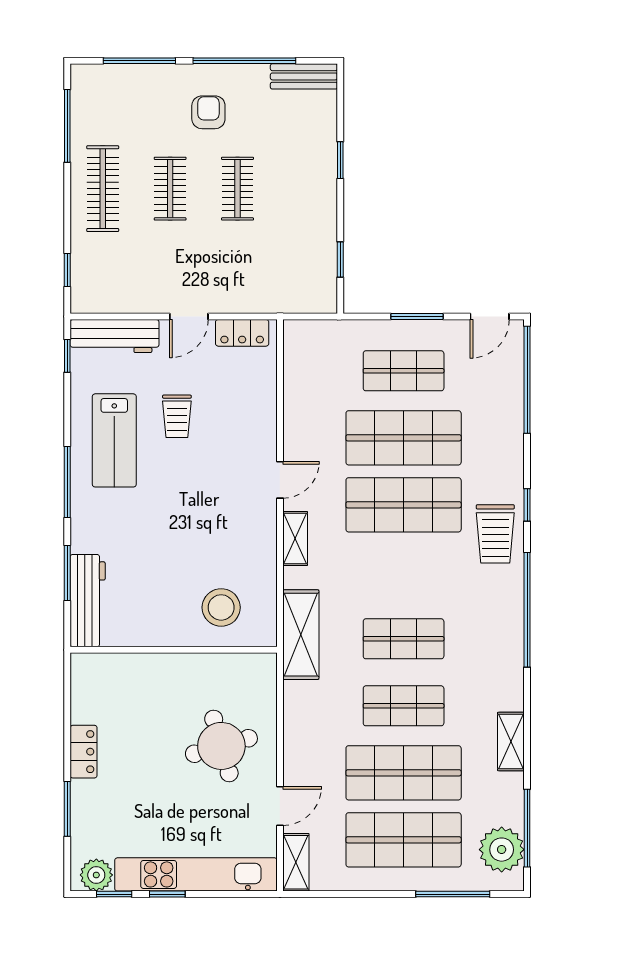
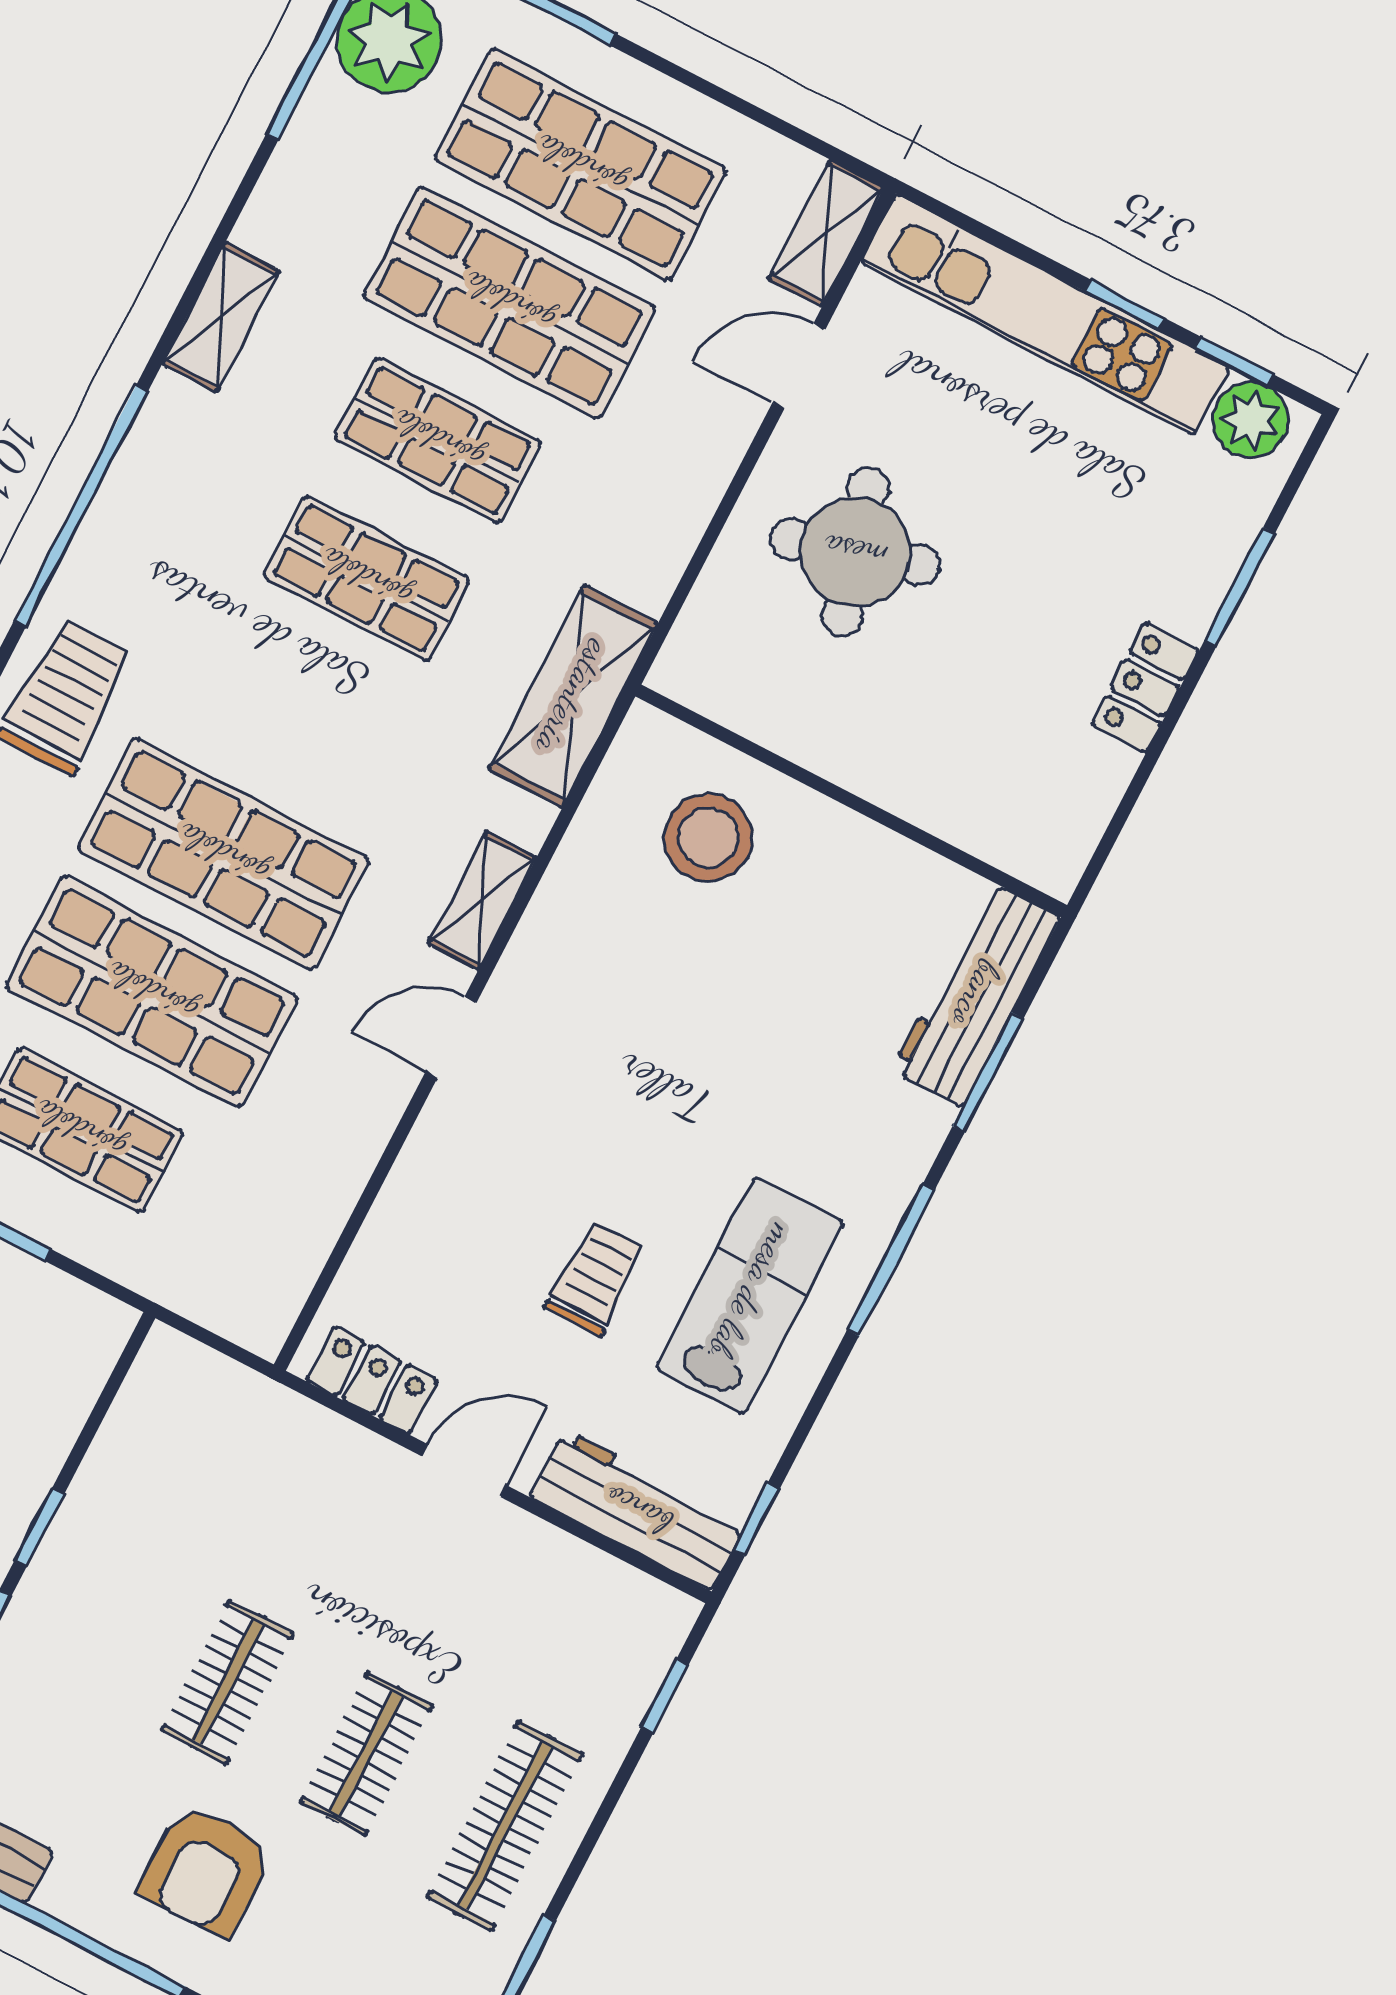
armchair: (208, 112) -> (206, 1870), width x1.38, depth x1.38
window: (340, 259) -> (39, 1527), moved
shelving: (511, 741) -> (221, 317), moved

